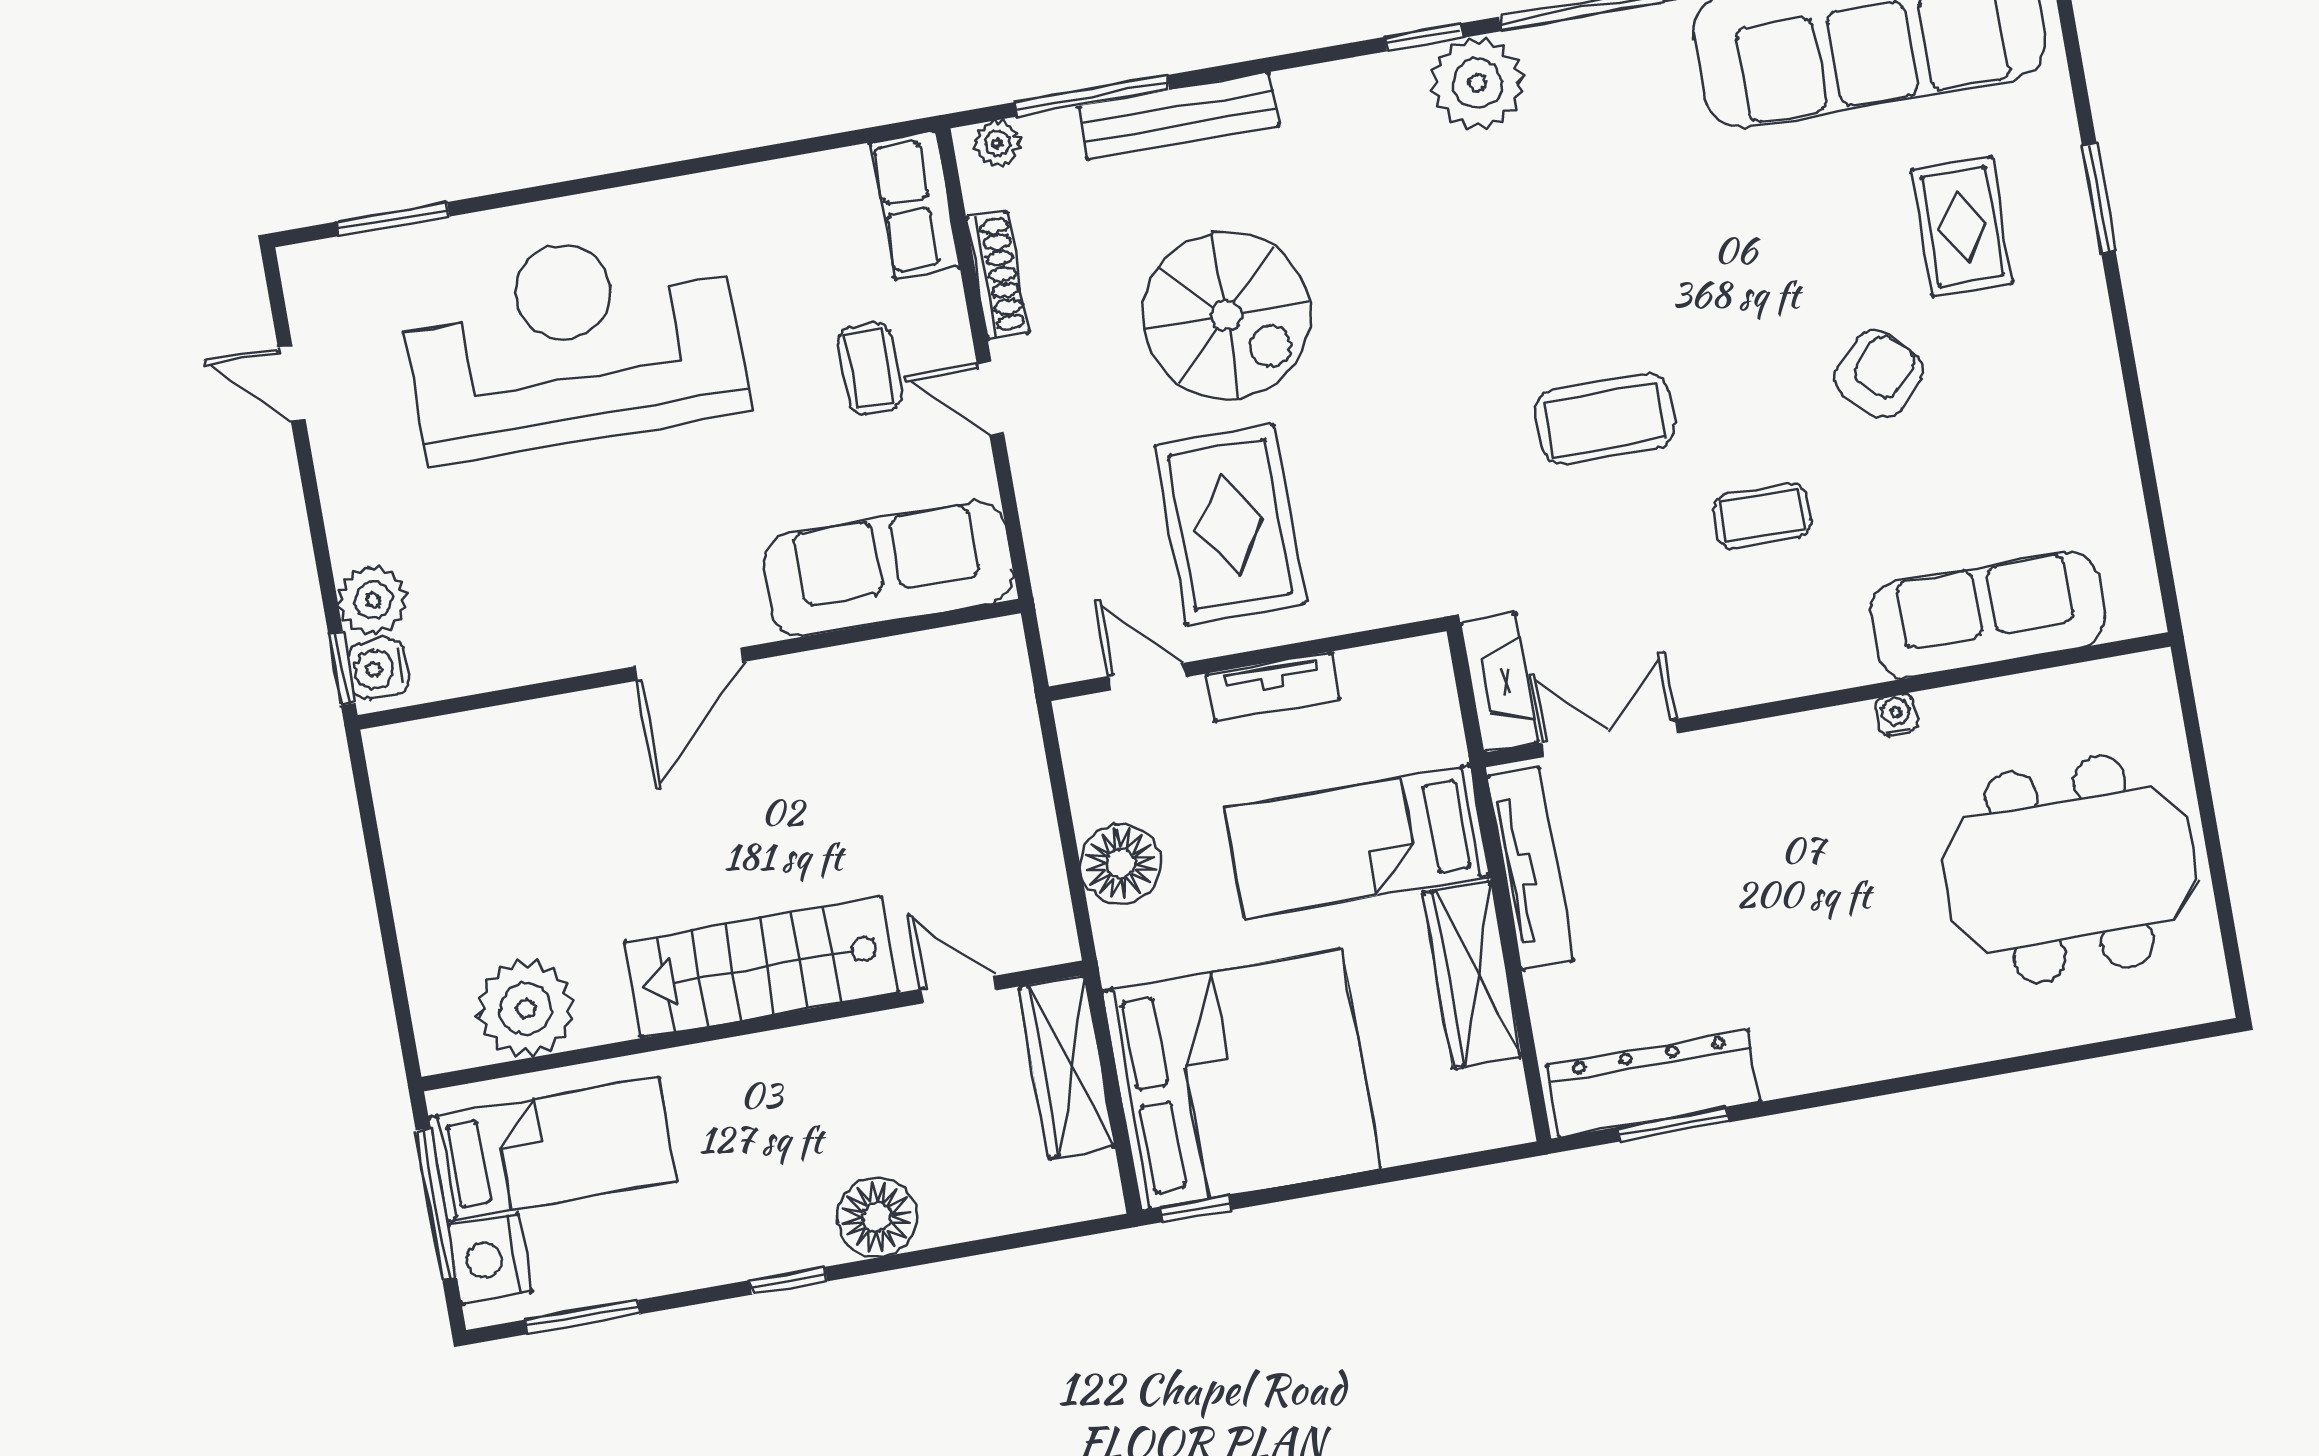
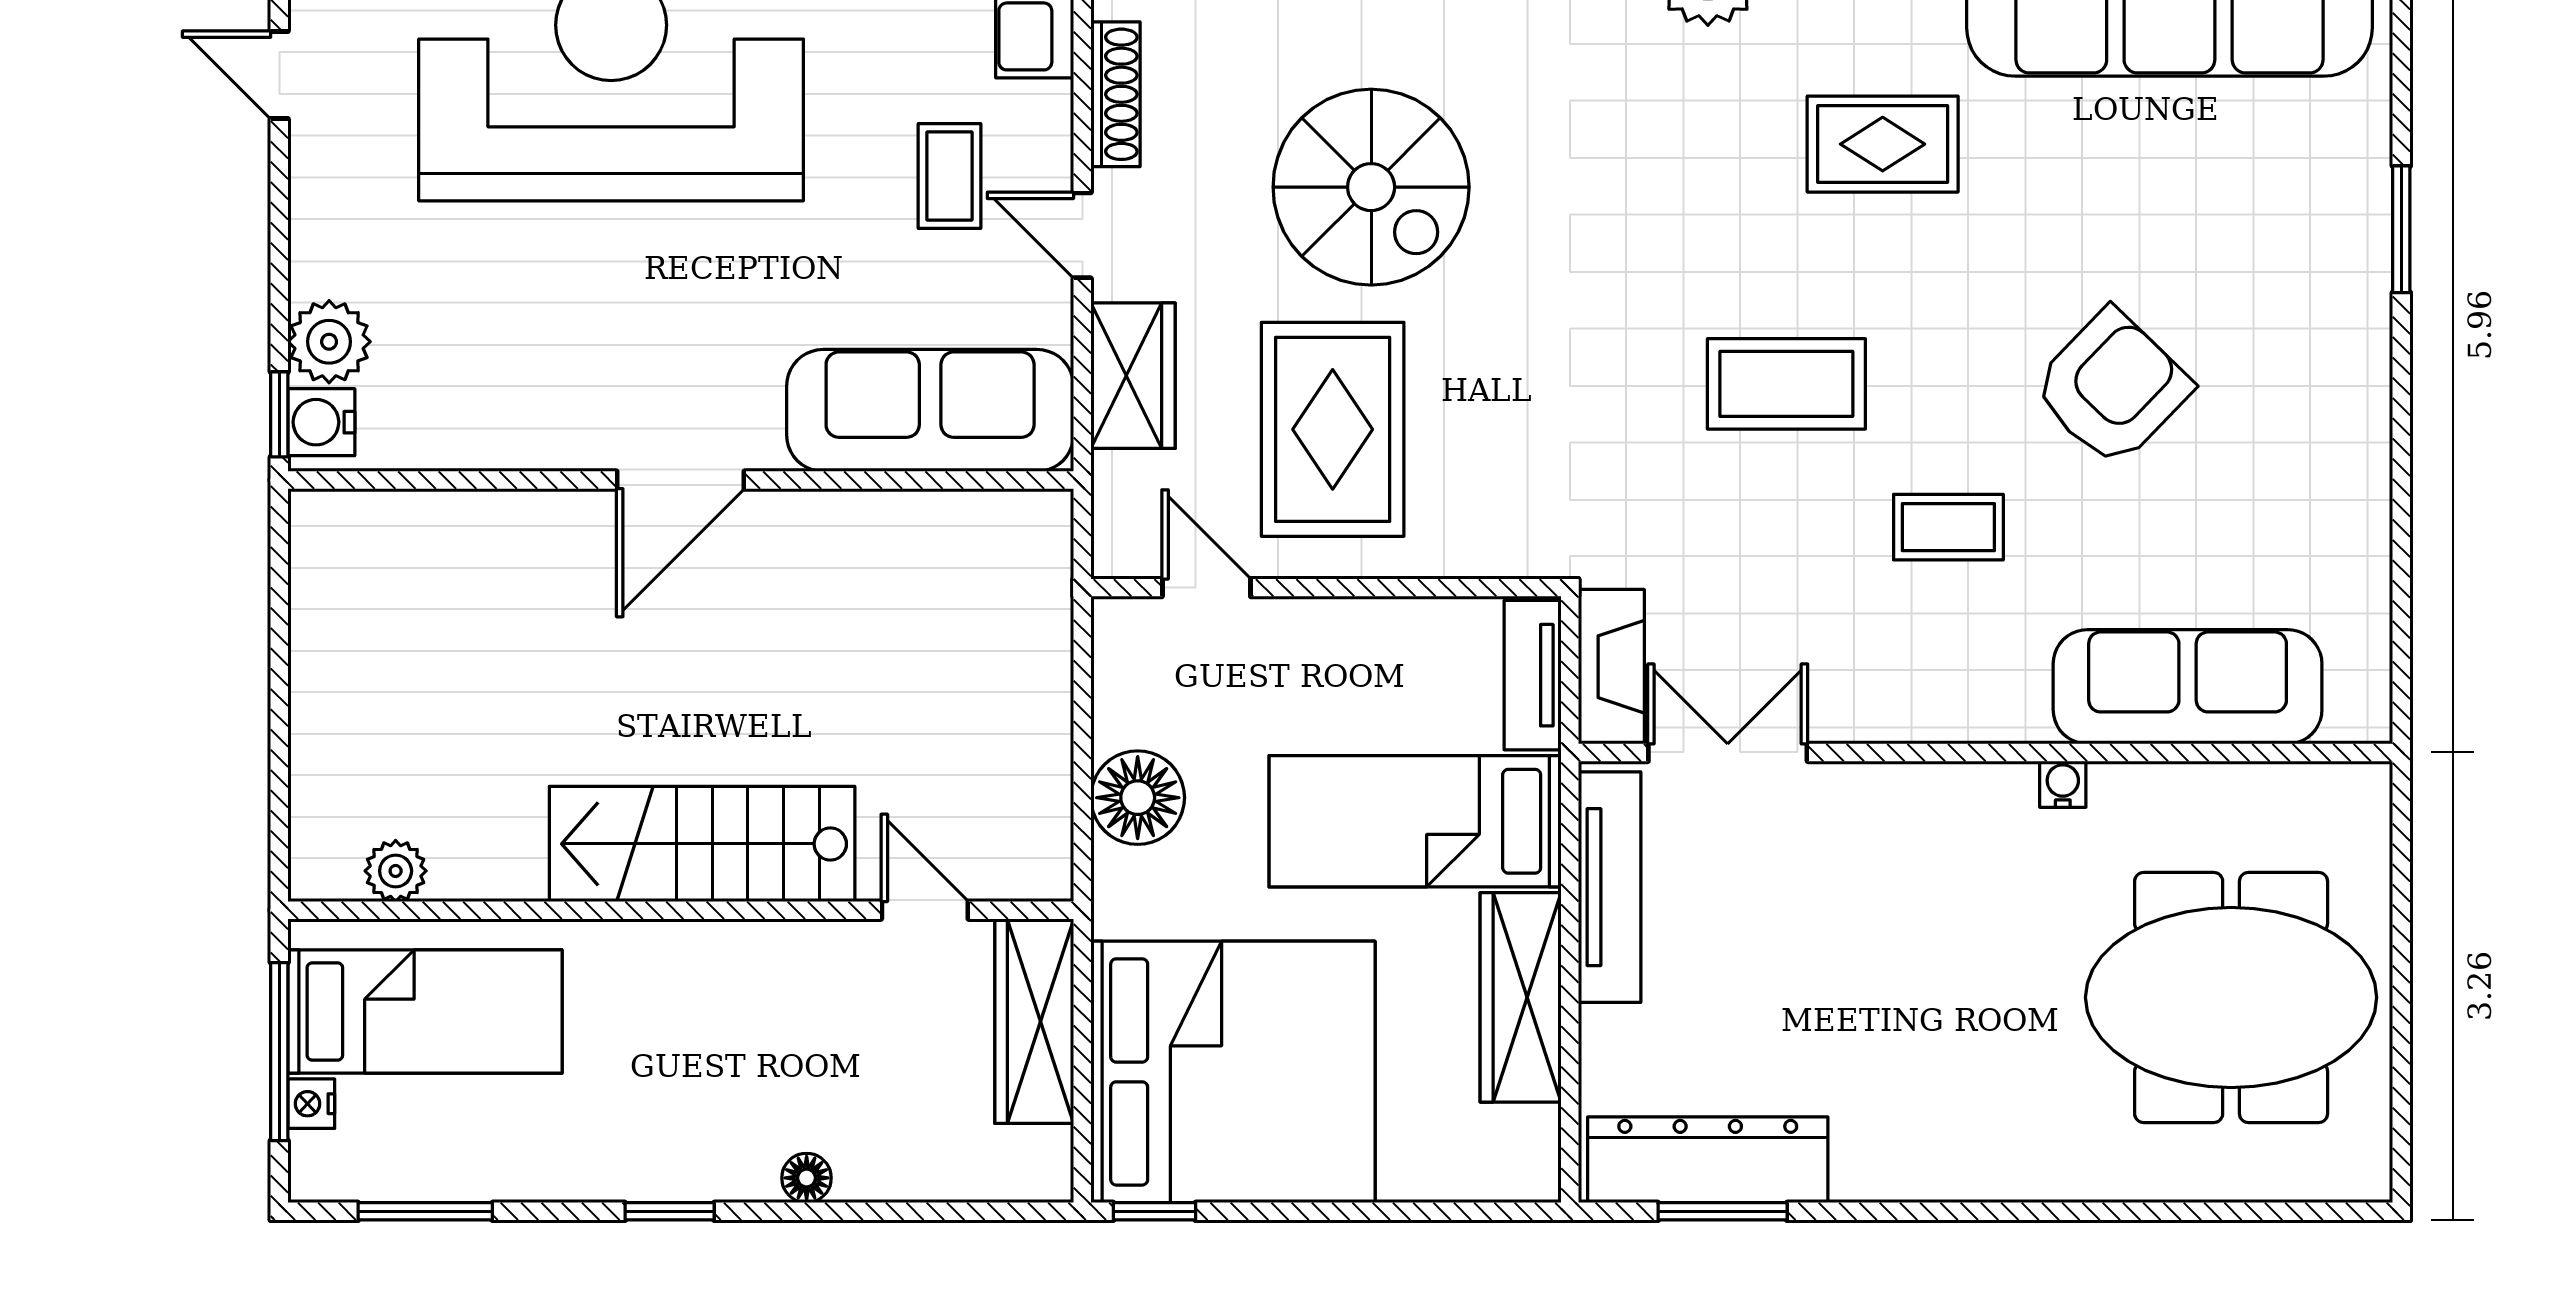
rug: (1962, 227) -> (1883, 144), moved, turned 90
armchair: (1879, 374) -> (2112, 388), width x1.38, depth x1.38
wardrobe: (1054, 509) -> (1133, 376), added
tv unit: (1273, 687) -> (1533, 675), moved, turned 90
plant: (526, 1009) -> (396, 871), width x0.53, depth x0.53
floor lamp: (877, 1217) -> (807, 1178), width x0.53, depth x0.53
nightstand: (490, 1259) -> (311, 1104), width x0.53, depth x0.56

